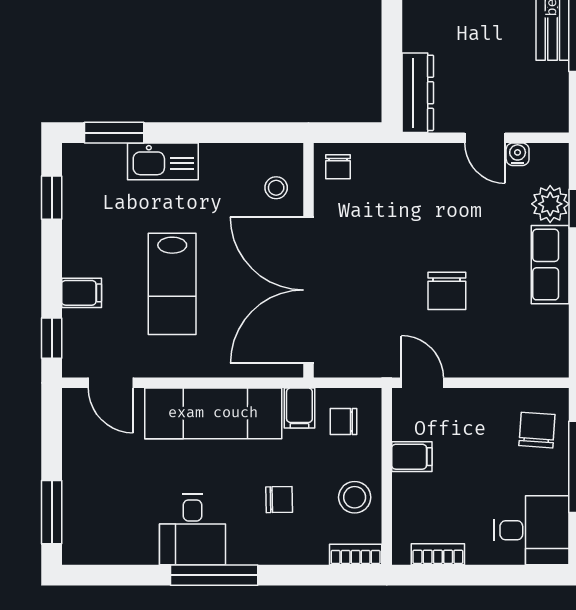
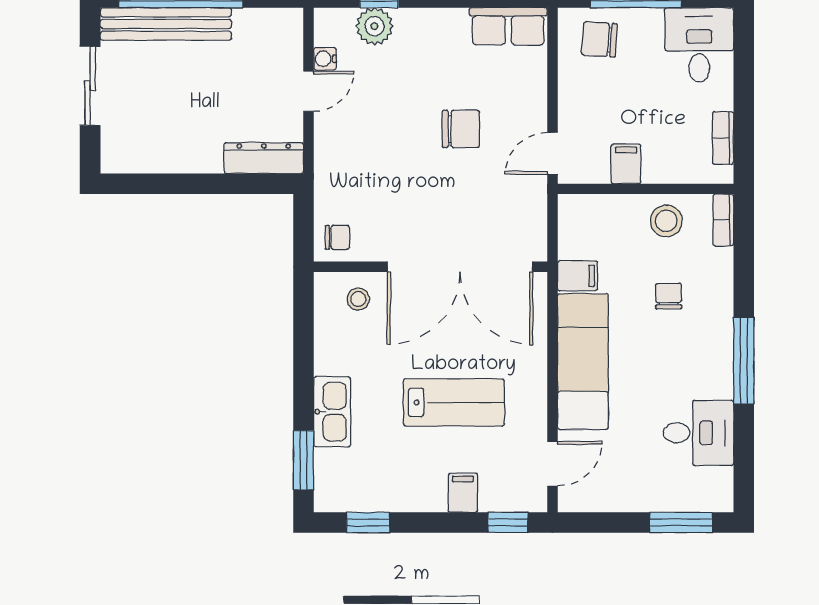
row of seats: (550, 265) -> (508, 26), moved
chair: (344, 421) -> (591, 232), removed
desk: (193, 530) -> (698, 433), moved

